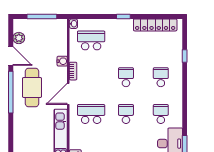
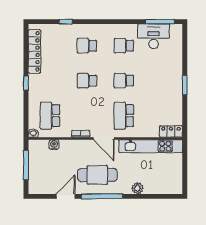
plant: (19, 38) -> (137, 188), moved
water cooler: (62, 61) -> (54, 145), moved

